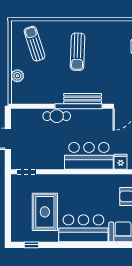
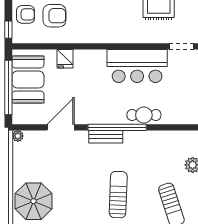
bench: (83, 99) -> (106, 137), width x0.73
bar counter: (89, 156) -> (137, 66), moved

